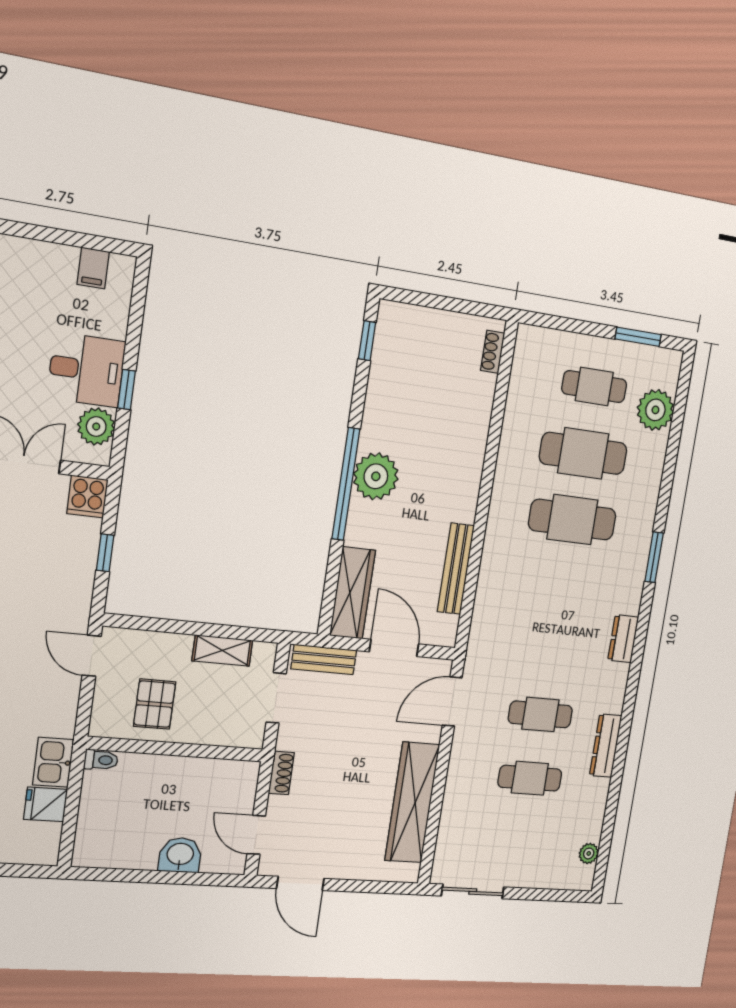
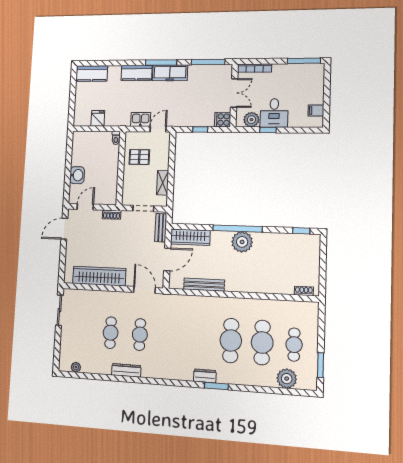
dresser: (623, 639) -> (205, 376), moved
kitchen sink: (53, 762) -> (141, 119), moved

